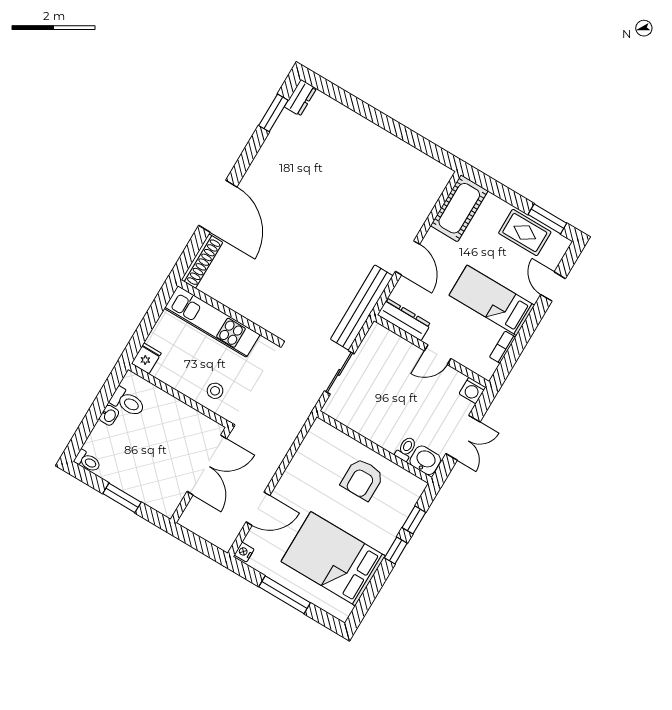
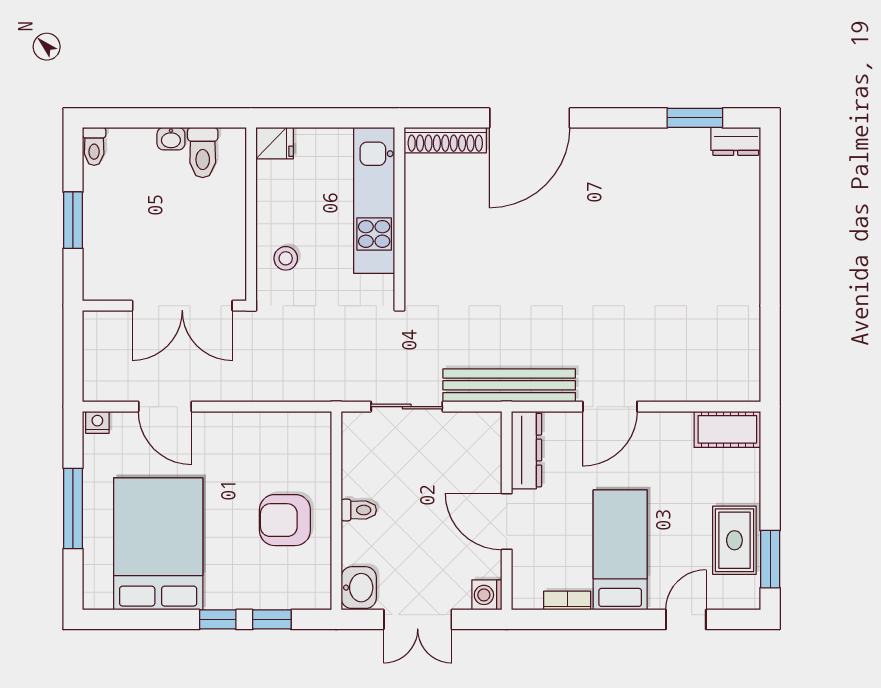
cot: (459, 208) -> (727, 429), width x0.73, depth x0.75
door: (438, 355) -> (507, 522), width x1.37
toilet: (406, 449) -> (359, 510), moved

